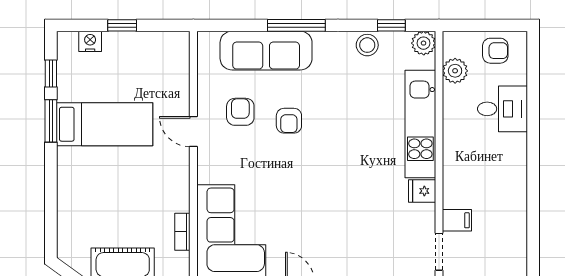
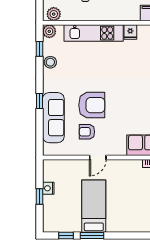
window: (296, 25) -> (40, 101), width x0.46
nightstand: (90, 41) -> (48, 188), moved
plant: (455, 71) -> (54, 14), moved
armchair: (289, 121) -> (92, 105), width x1.88, depth x1.88

